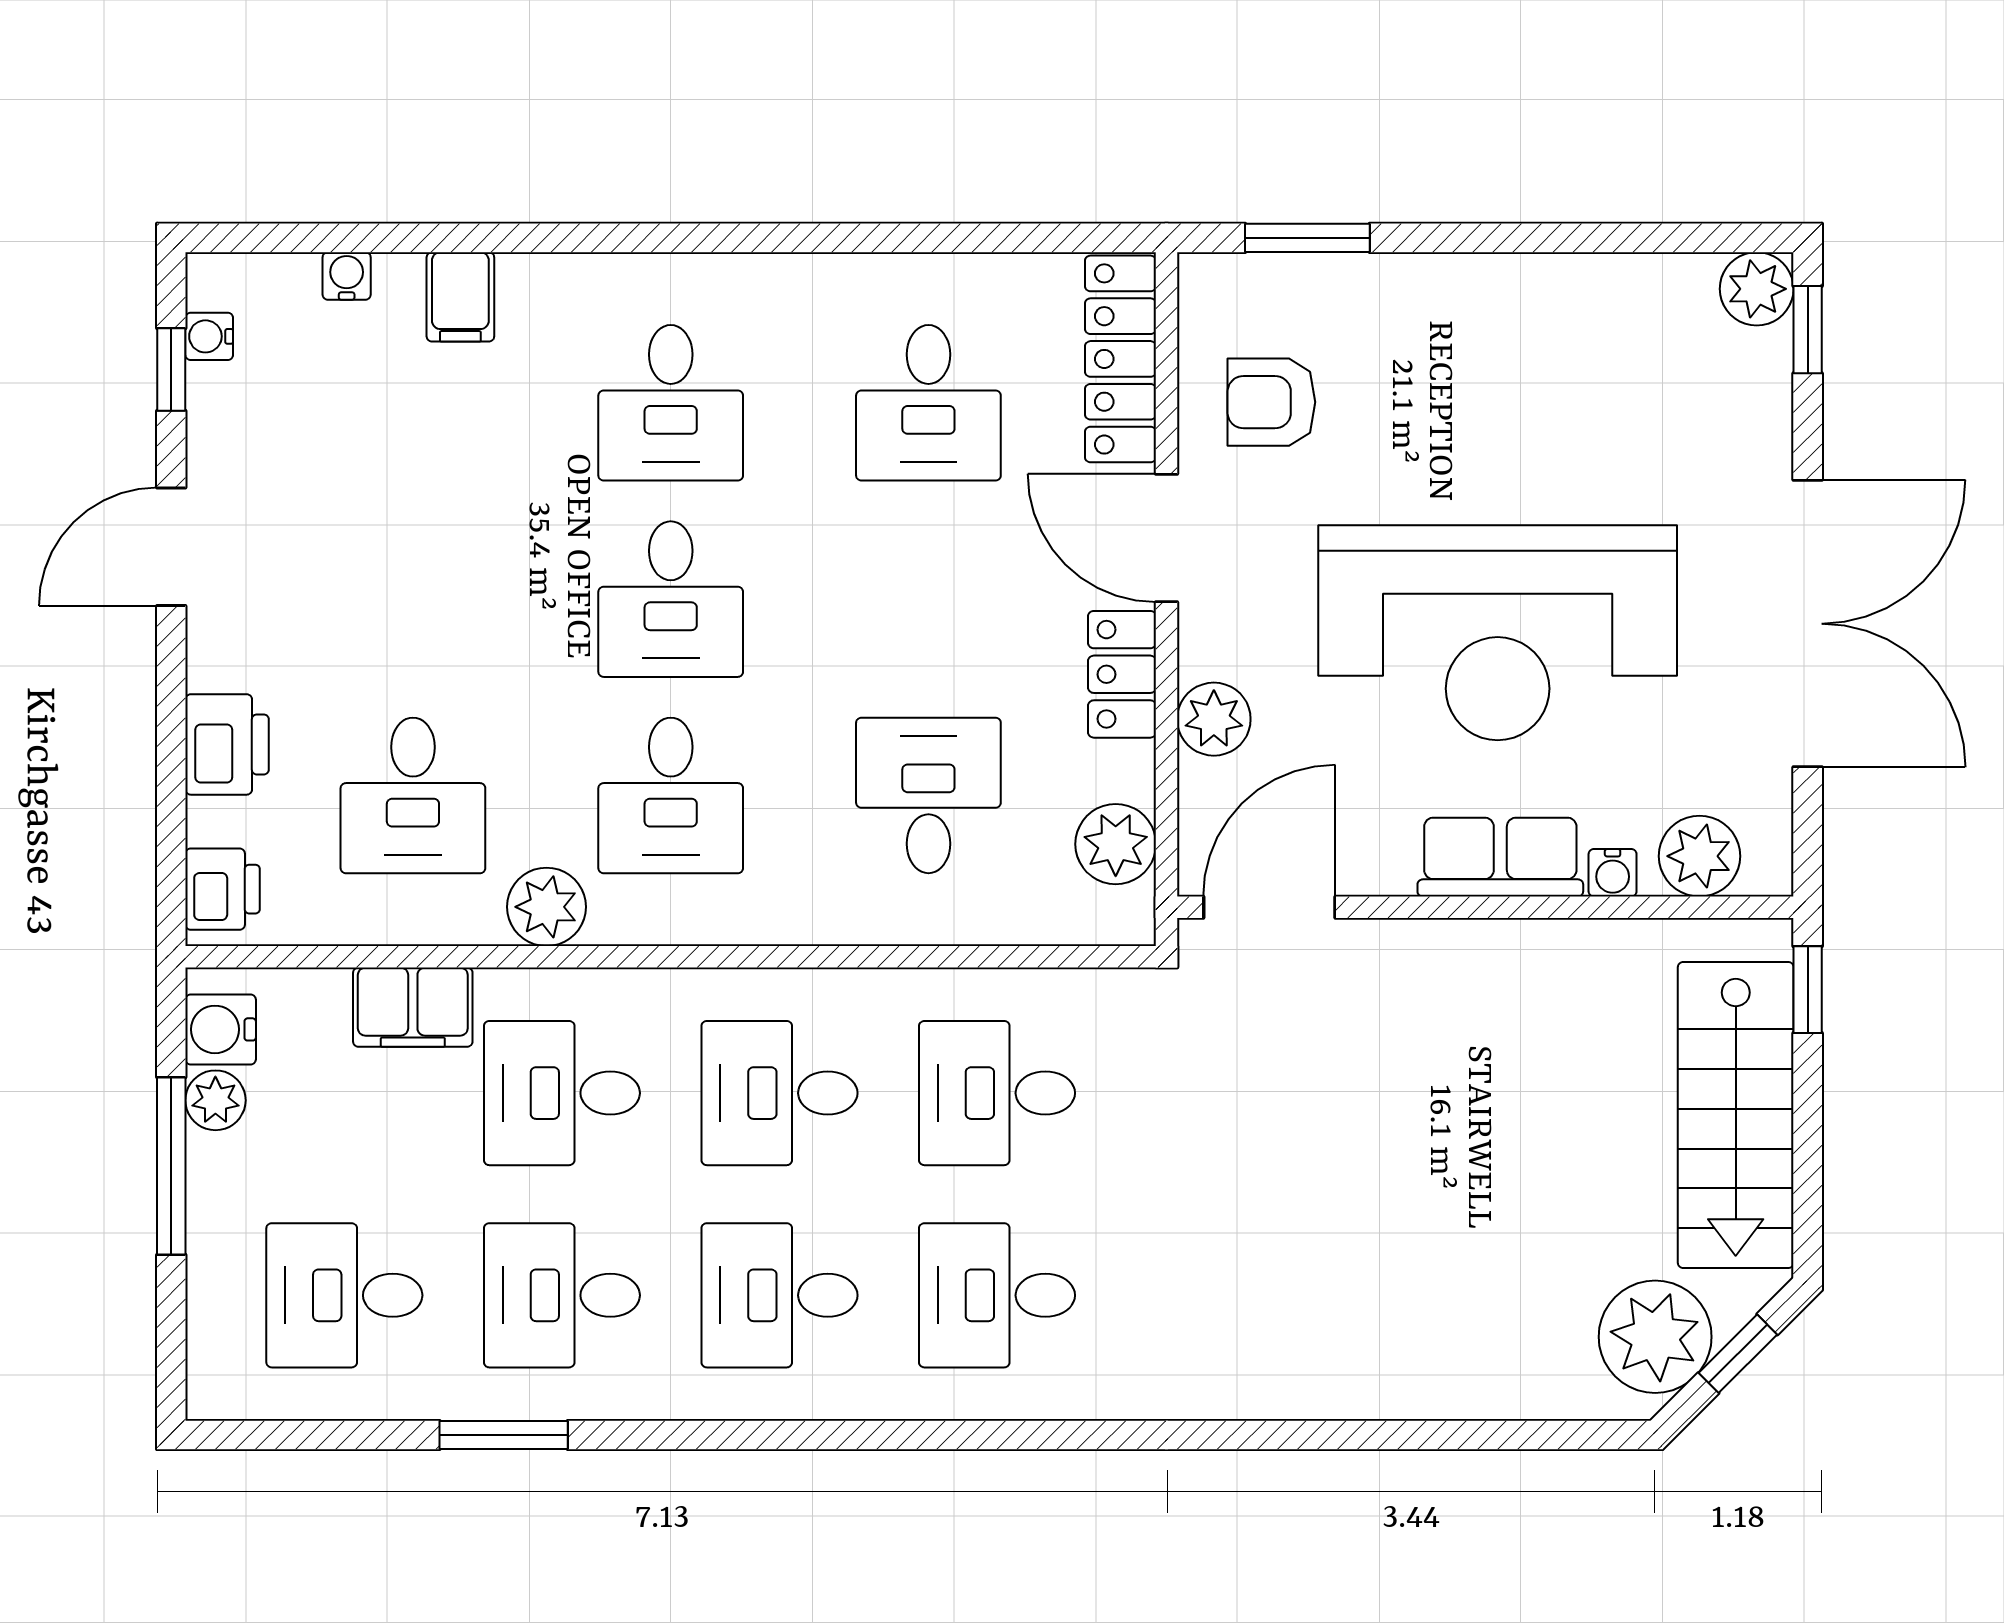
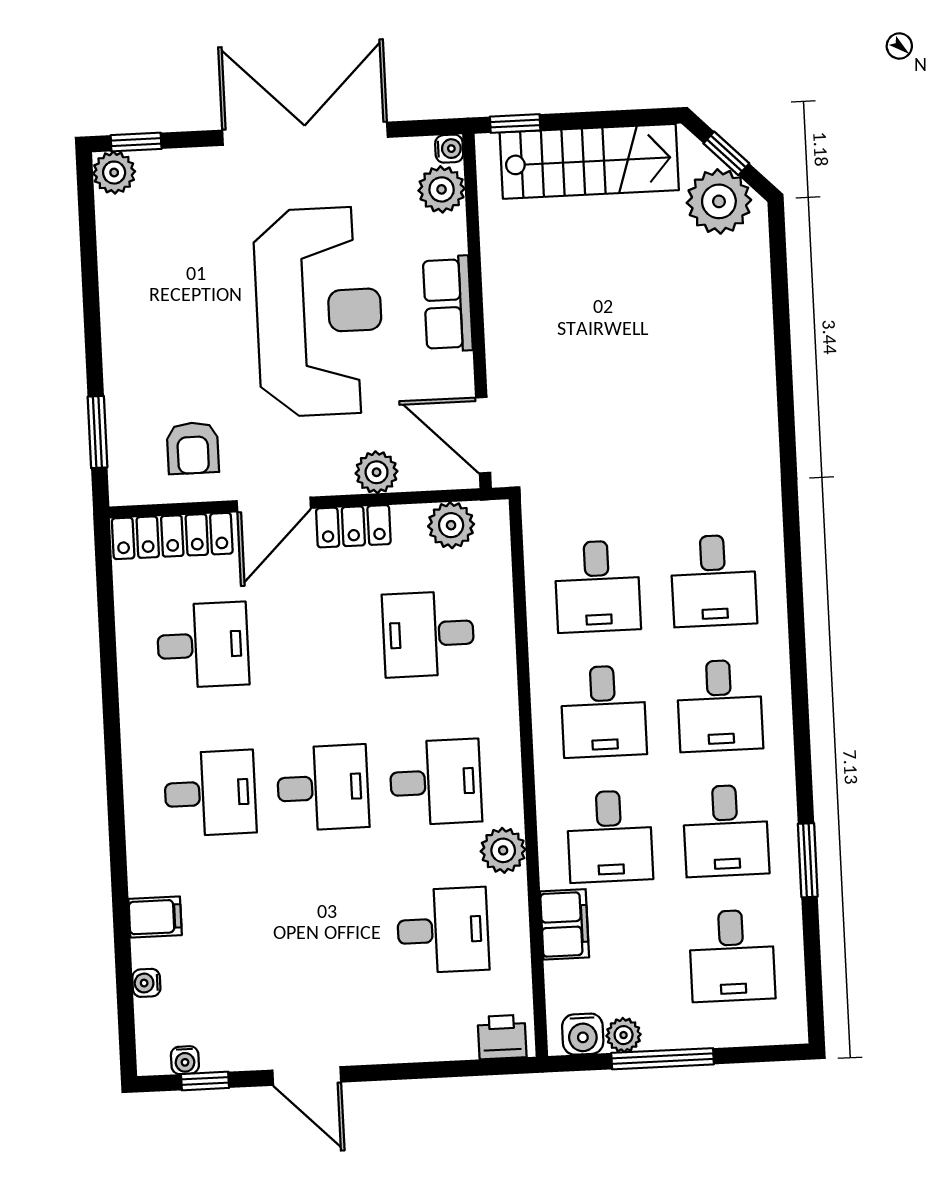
printer: (227, 744) -> (419, 1038), removed
water cooler: (1613, 873) -> (449, 149), moved

